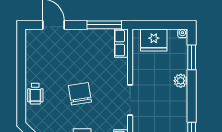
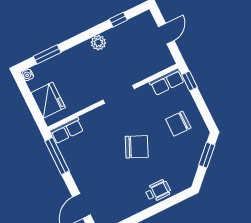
plant: (181, 81) -> (98, 43), moved
chair: (80, 94) -> (137, 147), turned -147

